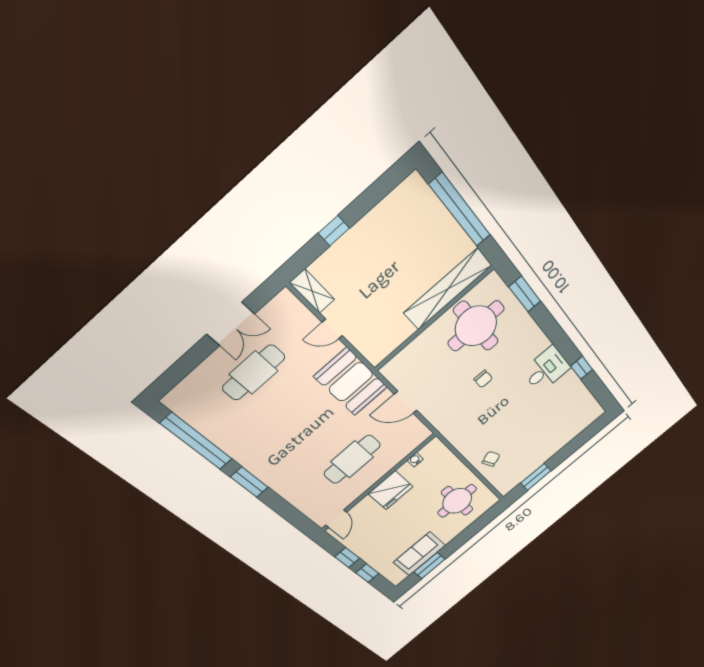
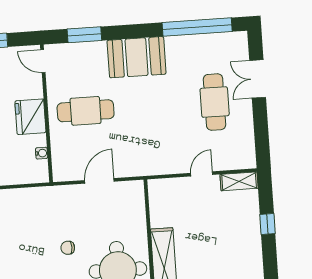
double door: (231, 324) -> (258, 79), moved
booth: (351, 382) -> (137, 57), moved
cafe table: (352, 459) -> (86, 111), turned 90
window: (249, 482) -> (84, 35), moved

